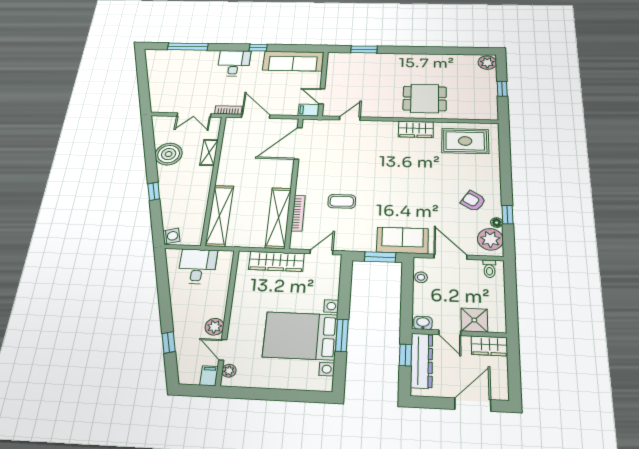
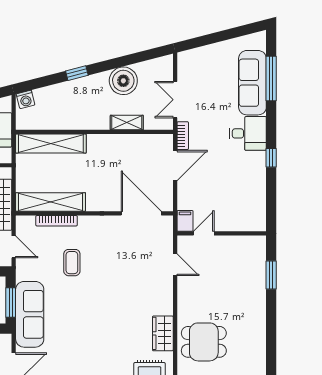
sofa: (293, 61) -> (252, 83), moved
dining table: (425, 99) -> (204, 342), turned 90
sofa: (402, 240) -> (30, 314), width x1.36

